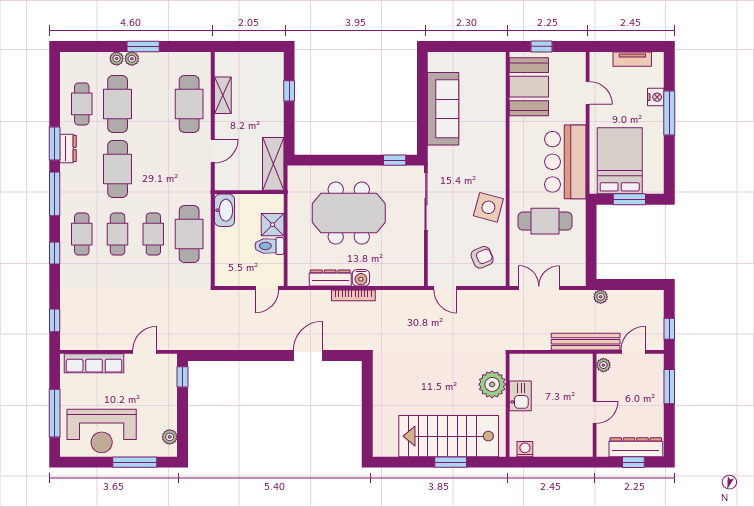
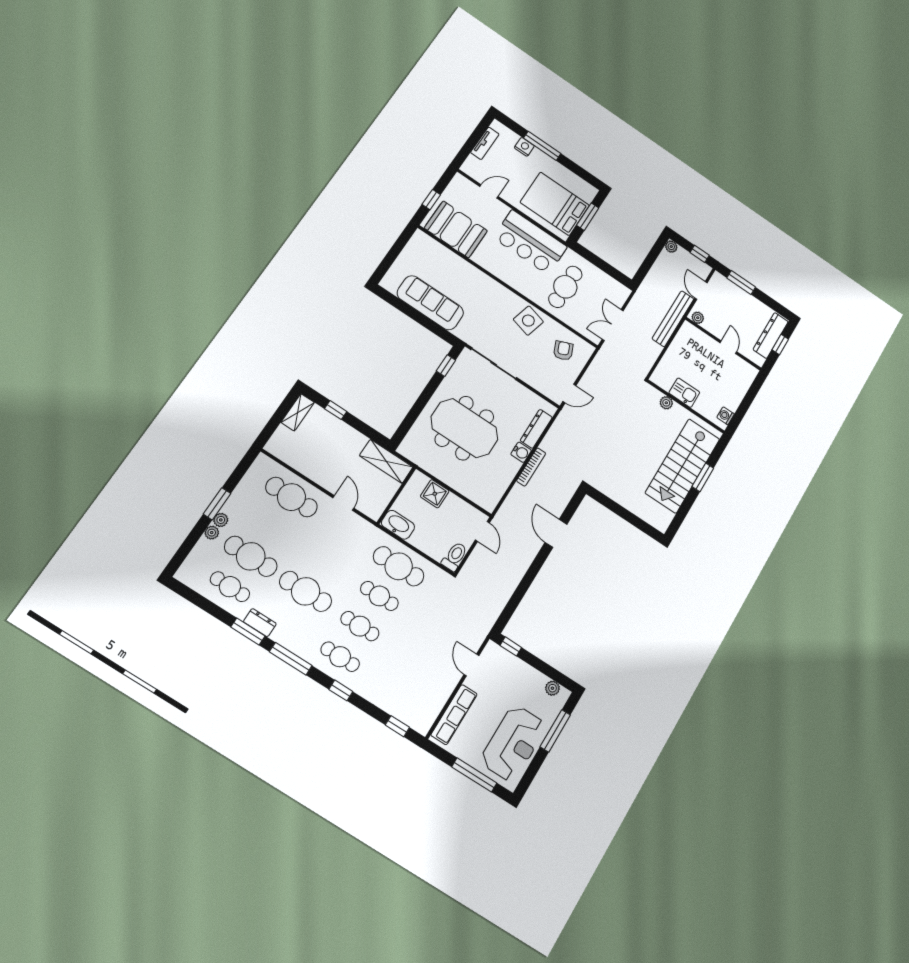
shelving: (223, 95) -> (298, 412), moved, turned 90
meeting table: (349, 213) -> (464, 428), turned 90
toilet: (269, 246) -> (455, 556), moved, turned 180
dresser: (330, 278) -> (536, 429), moved
plant: (601, 297) -> (671, 247), moved
plant: (492, 384) -> (666, 403), width x0.53, depth x0.53

